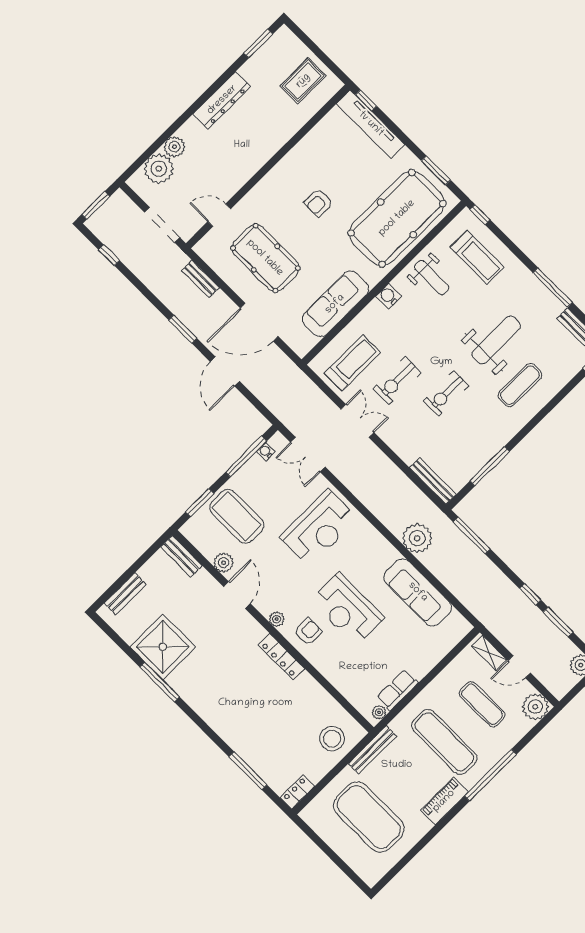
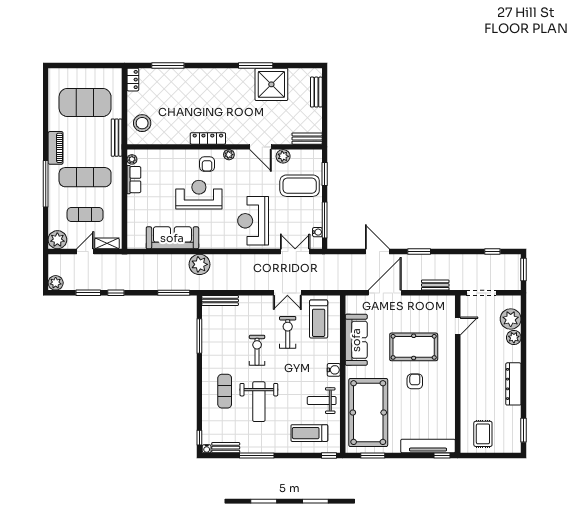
pool table: (265, 258) -> (414, 347), moved

